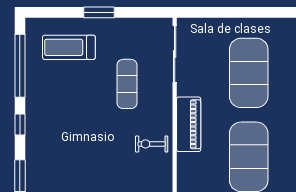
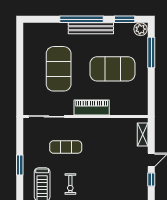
exercise mat: (249, 73) -> (59, 69), turned 90
exercise bike: (152, 144) -> (70, 184), moved

